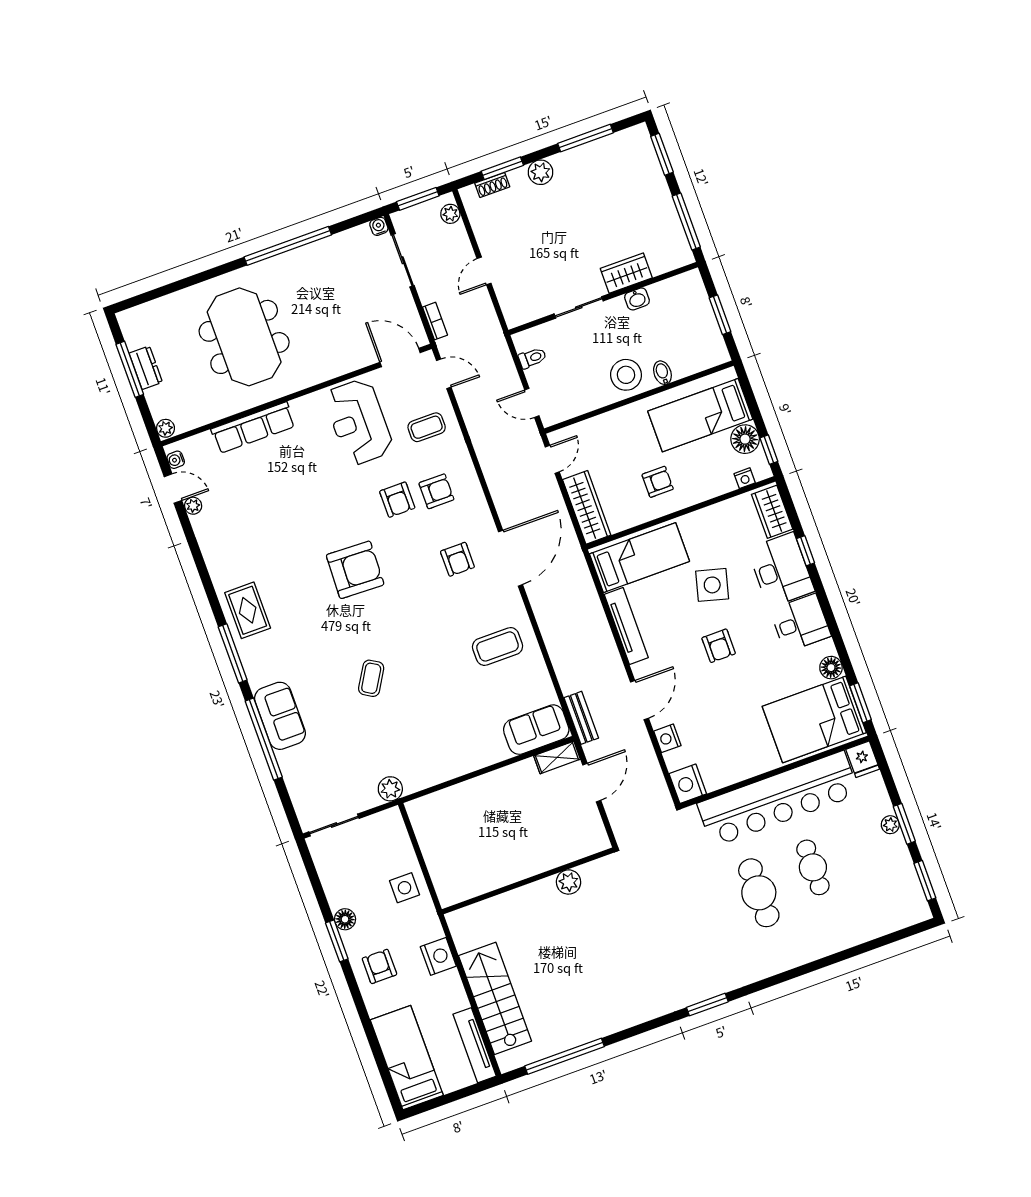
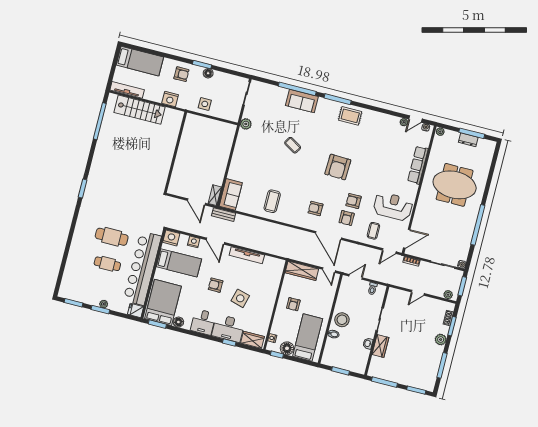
door: (484, 271) -> (418, 293), swing flipped
door: (510, 558) -> (328, 236), moved
bed: (639, 558) -> (179, 263), moved, turned -90
plant: (569, 882) -> (165, 167), removed

